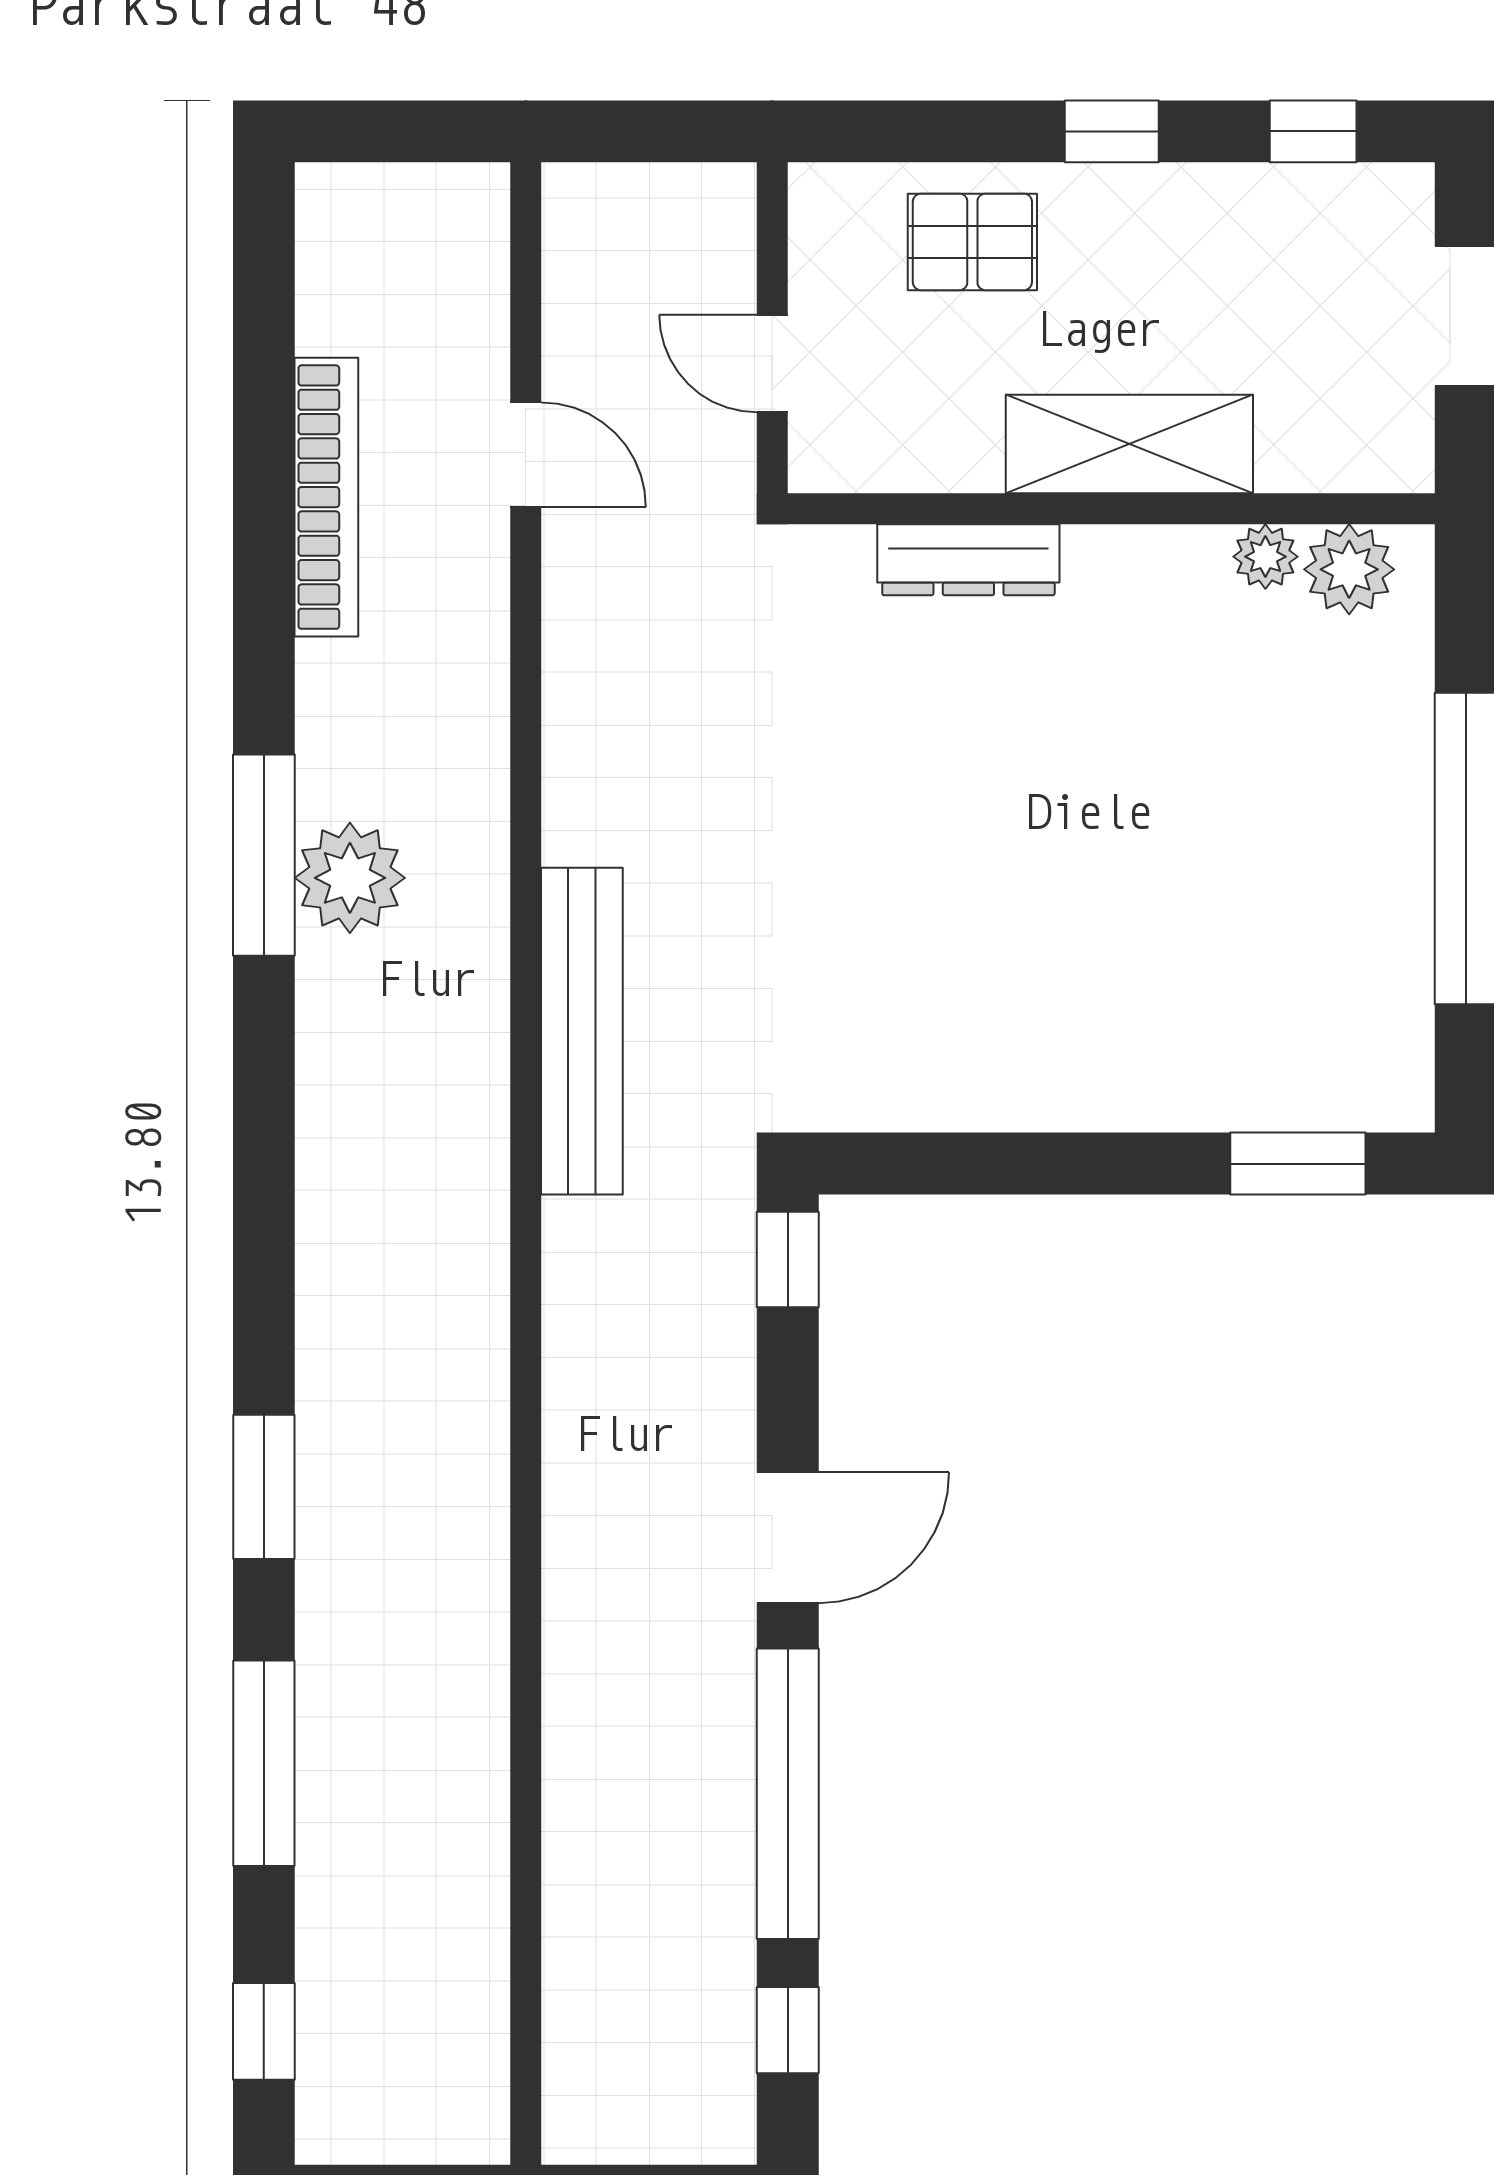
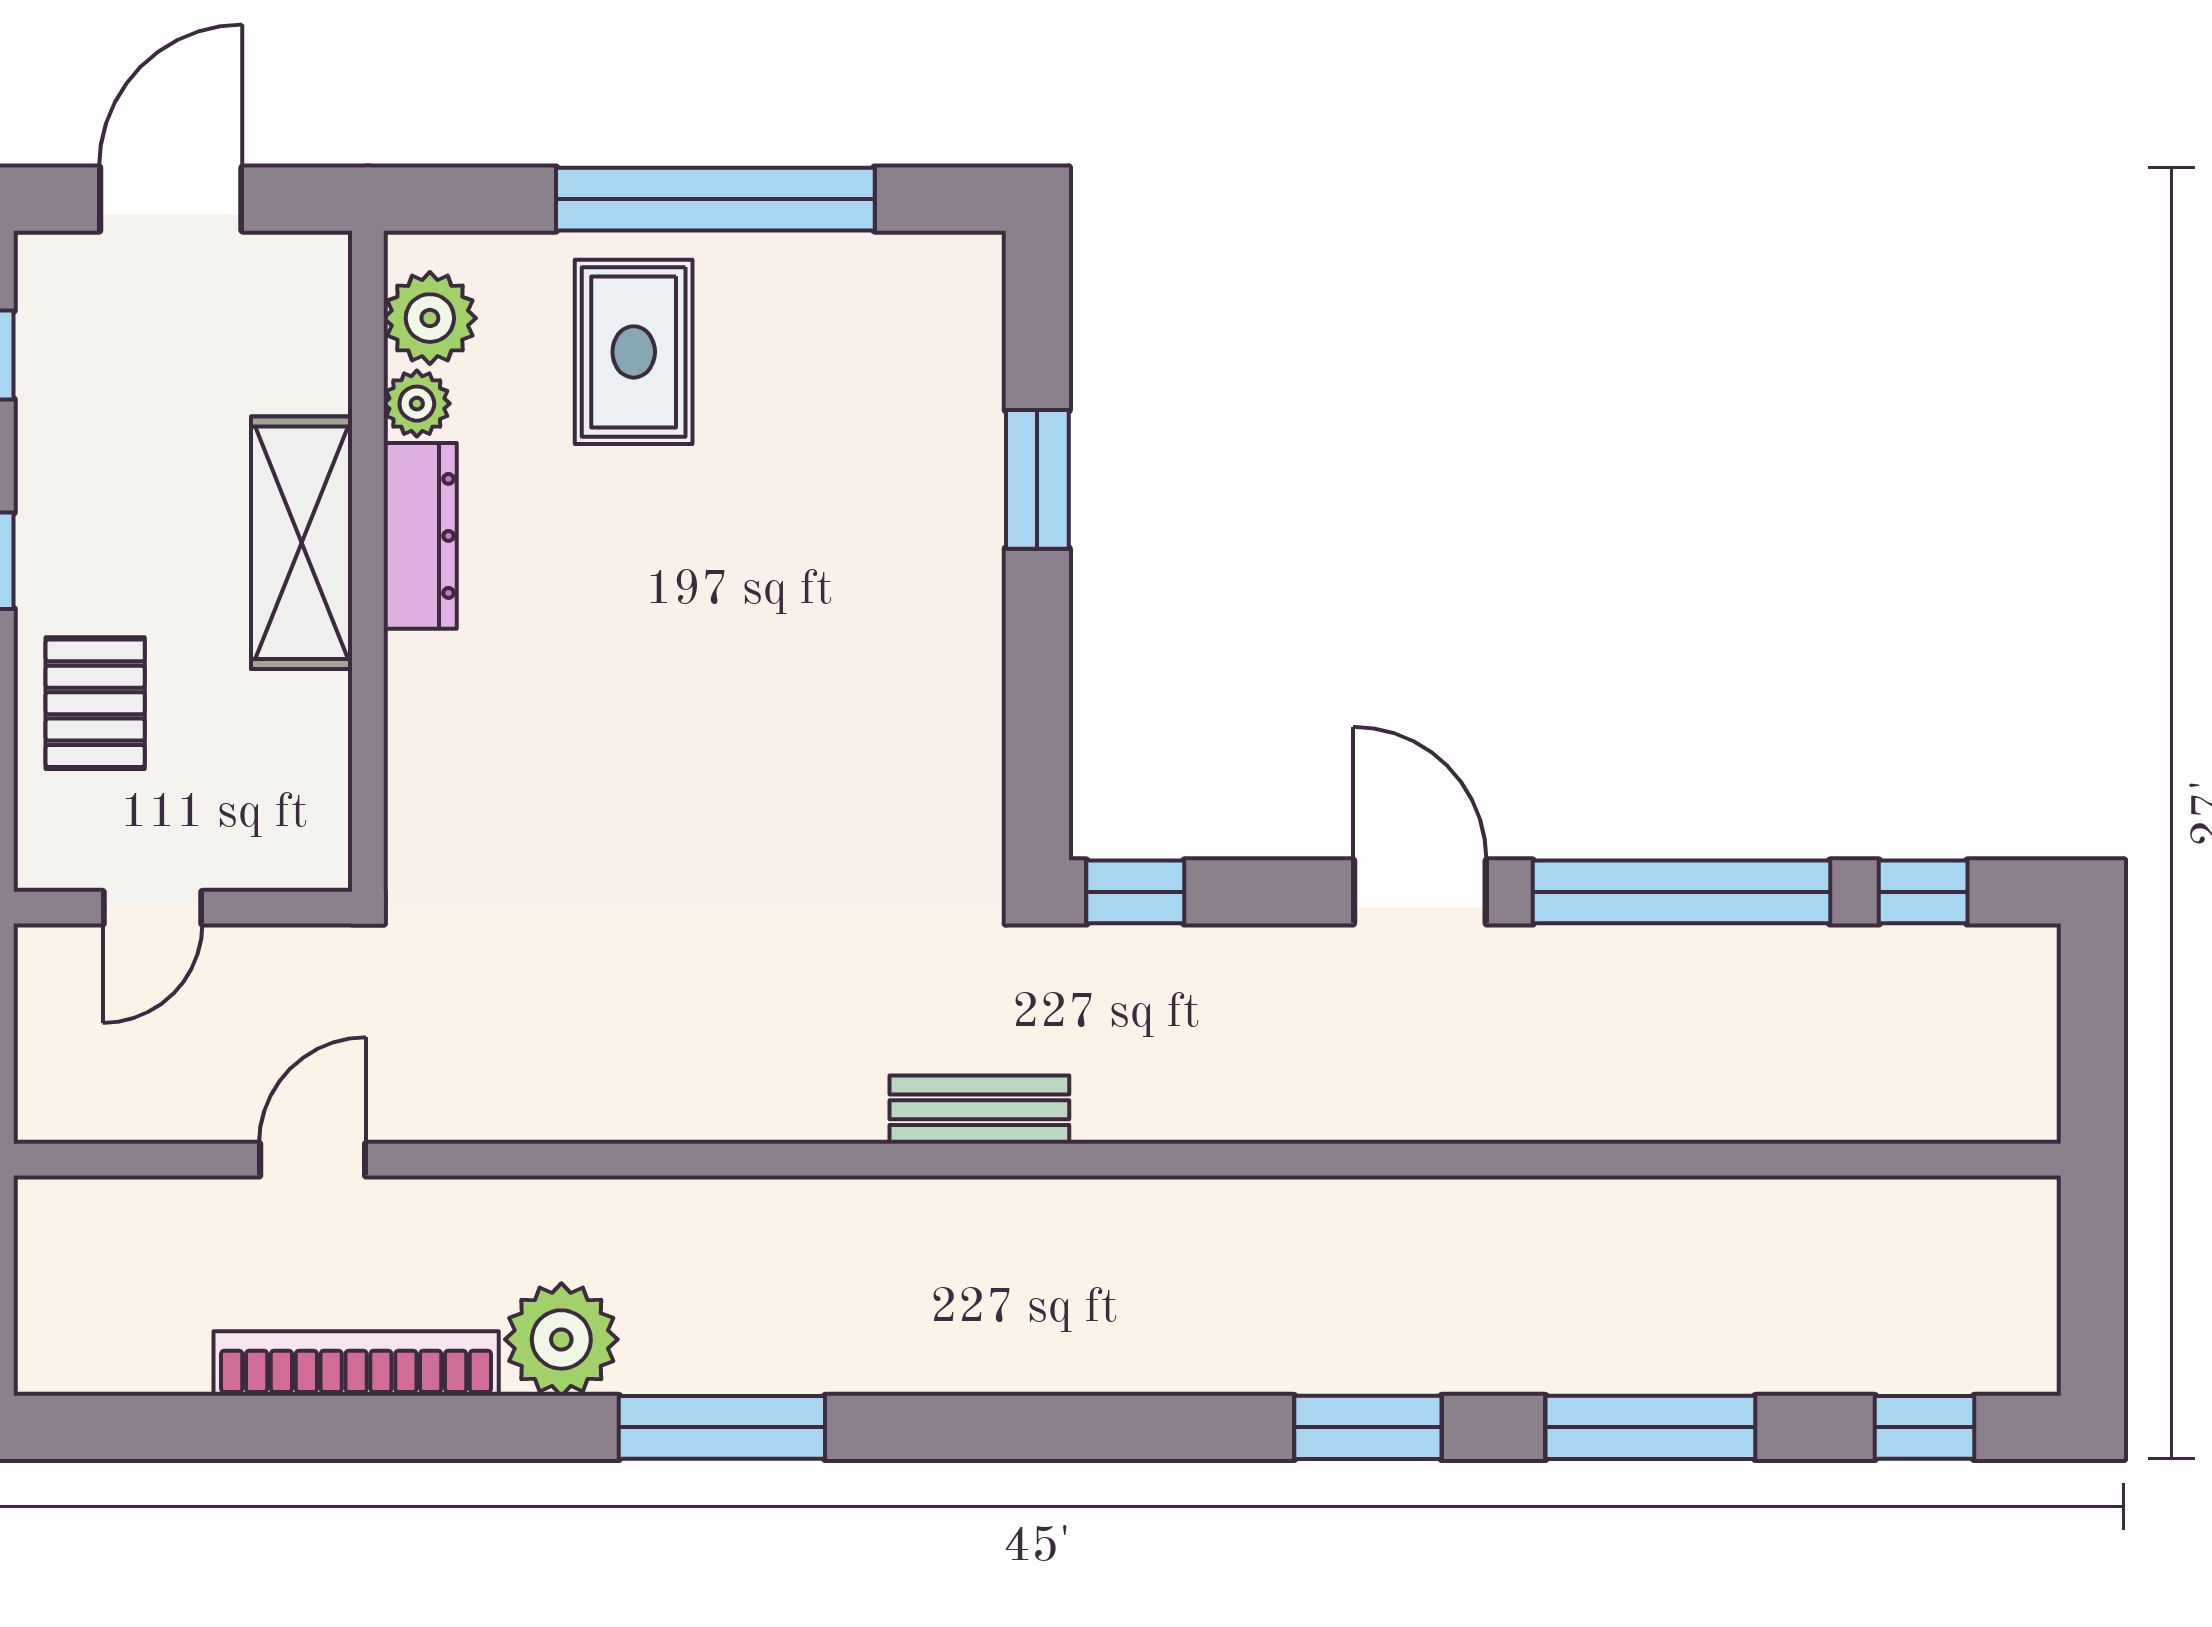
door: (772, 364) -> (153, 908), moved
dresser: (968, 560) -> (420, 536), moved
rug: (1316, 769) -> (634, 352), added
plant: (350, 878) -> (561, 1339), moved
bench: (582, 1031) -> (979, 1110), width x0.54, depth x0.82
window: (1298, 1164) -> (1037, 479), moved

